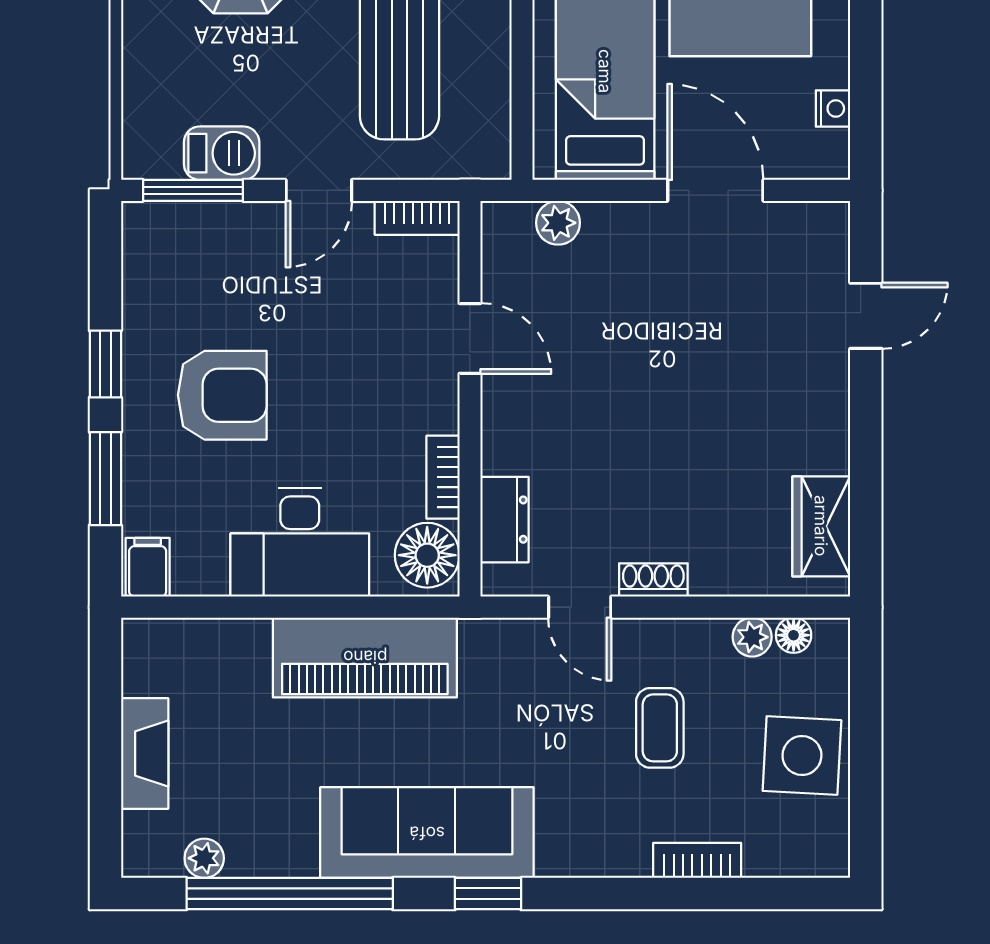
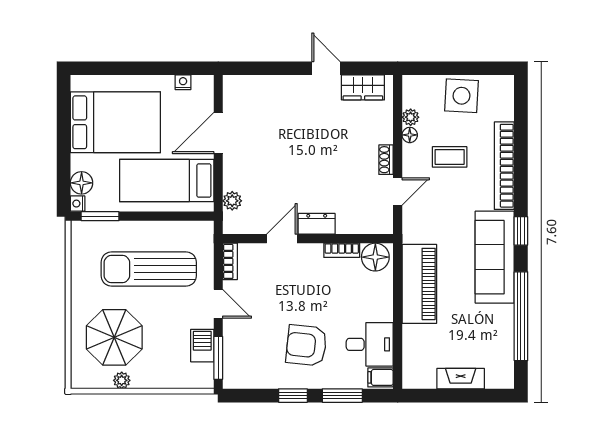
door: (866, 316) -> (326, 68), moved
armchair: (222, 395) -> (306, 345), turned -84
dresser: (504, 520) -> (317, 224), moved
desk: (300, 542) -> (370, 344), moved, width x0.73
floor lamp: (794, 635) -> (410, 135), moved
plant: (204, 858) -> (506, 353), removed
bookcase: (697, 860) -> (504, 166), width x2.31, depth x1.31

